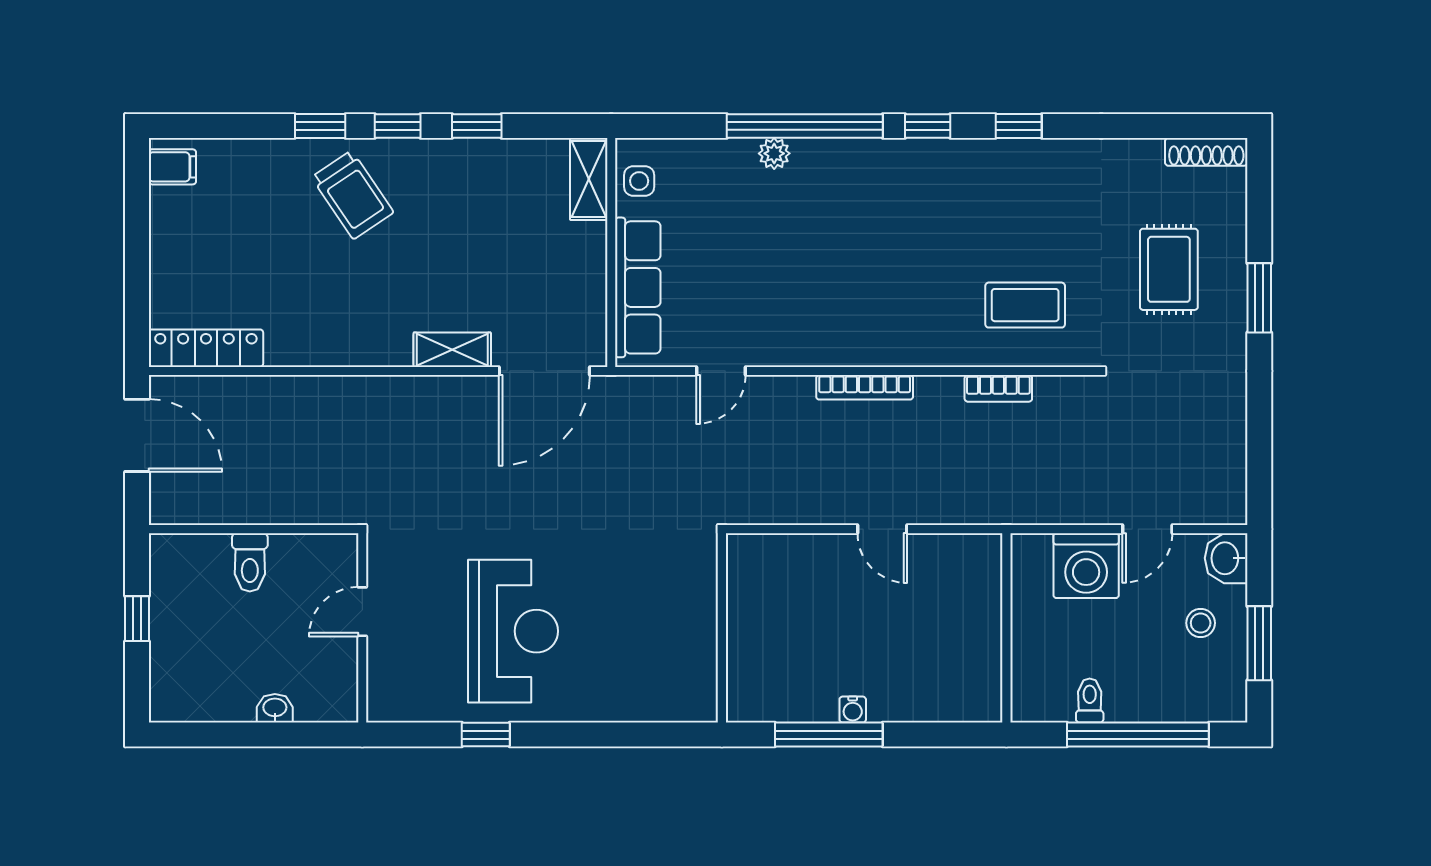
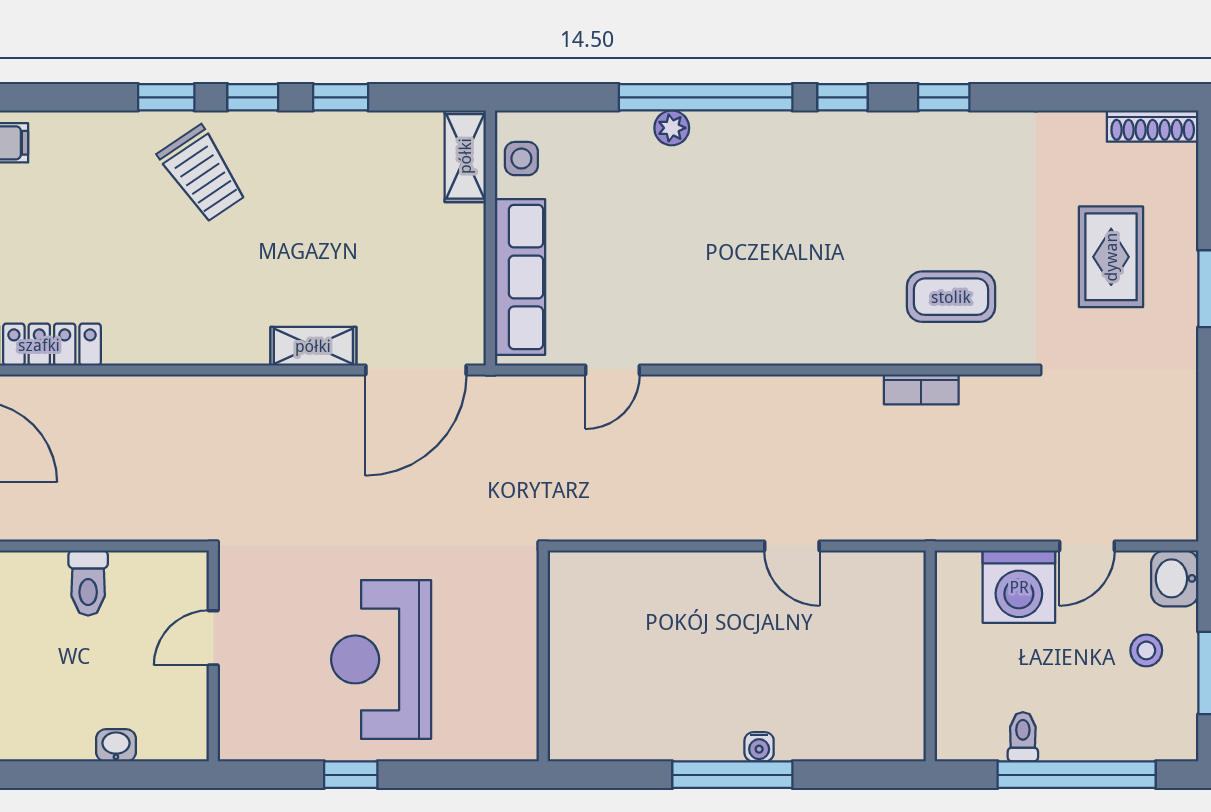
bookcase: (865, 387) -> (772, 388), removed
wall: (722, 628) -> (543, 656), moved
reception desk: (513, 631) -> (381, 659), turned 180

